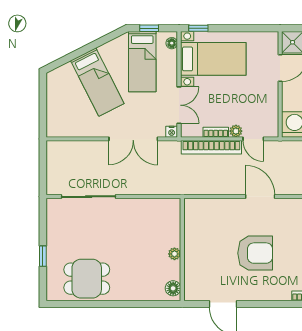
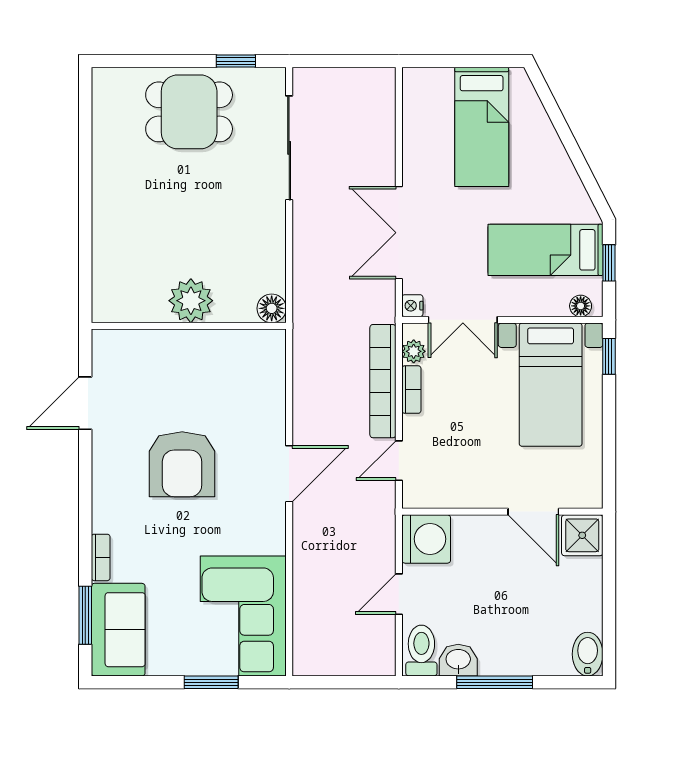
bed: (97, 82) -> (482, 127), moved, turned -63
plant: (236, 131) -> (414, 351), moved
plant: (174, 254) -> (191, 301), width x1.88, depth x1.88
window: (43, 256) -> (236, 61), moved
dining table: (87, 279) -> (189, 112), moved, turned 90
floor lamp: (173, 288) -> (272, 308), moved

